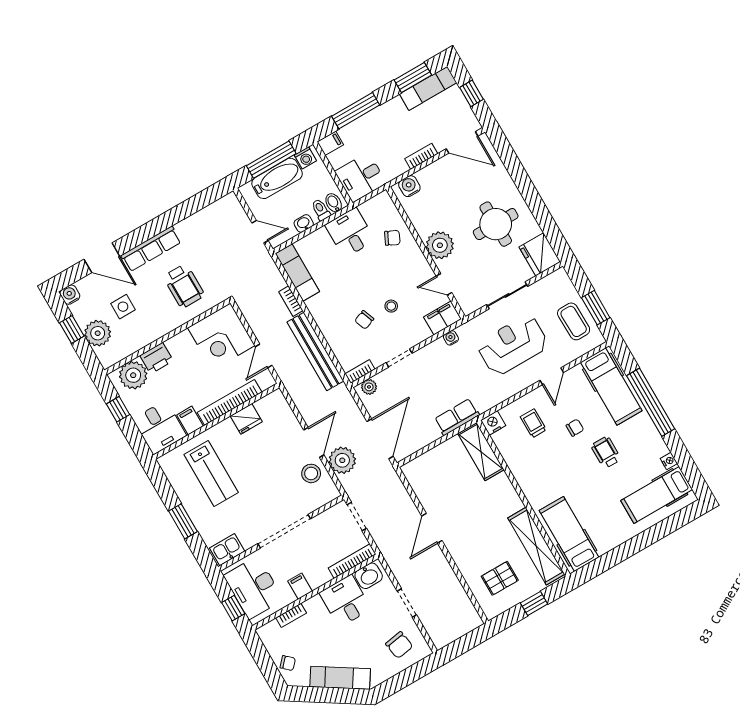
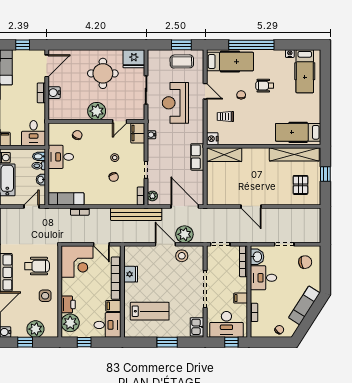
water cooler: (409, 186) -> (54, 93), moved
side table: (123, 307) -> (45, 296), moved
bench: (315, 351) -> (136, 214), moved

